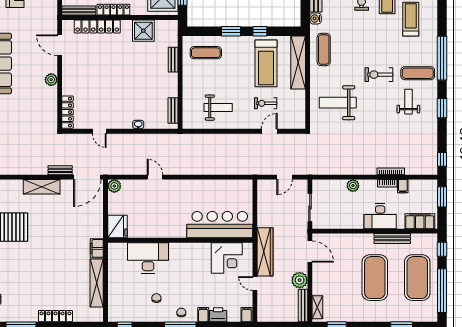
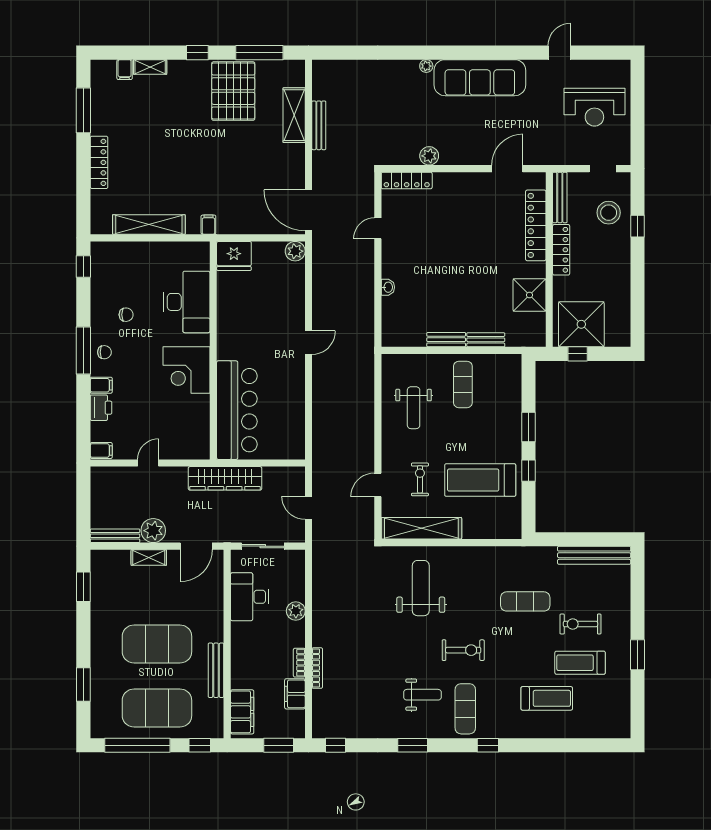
water cooler: (315, 19) -> (548, 555), removed
exercise mat: (324, 49) -> (525, 601), moved
exercise mat: (206, 53) -> (463, 384), moved
window: (442, 58) -> (488, 745), width x0.32
shelving: (298, 63) -> (421, 528), moved
exercise bike: (379, 75) -> (463, 650), turned 90
plant: (51, 80) -> (429, 156), moved
bench: (173, 111) -> (446, 340), moved
door: (269, 131) -> (378, 485), swing flipped
bench: (60, 170) -> (319, 125), moved, width x1.36
door: (155, 177) -> (309, 343), moved
filing cabinet: (403, 186) -> (295, 694), width x2.00
shelving: (42, 187) -> (294, 115), moved
desk: (380, 216) -> (250, 597), moved
filing cabinet: (97, 248) -> (208, 225), width x0.50
wardrobe: (265, 252) -> (225, 478), moved
corner desk: (227, 258) -> (187, 370), moved
shelving: (317, 307) -> (149, 557), moved

